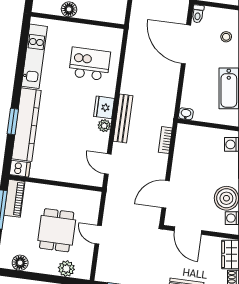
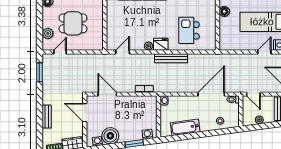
kitchen island: (90, 64) -> (189, 30), turned 180
bench: (123, 118) -> (171, 58), moved
door: (188, 231) -> (85, 113), hinge flipped
door: (98, 235) -> (60, 52), moved

